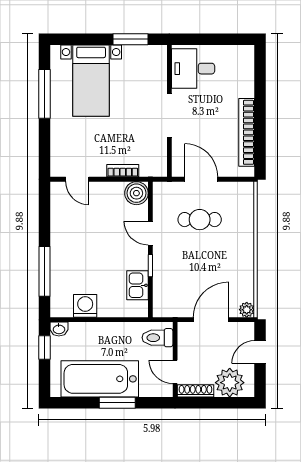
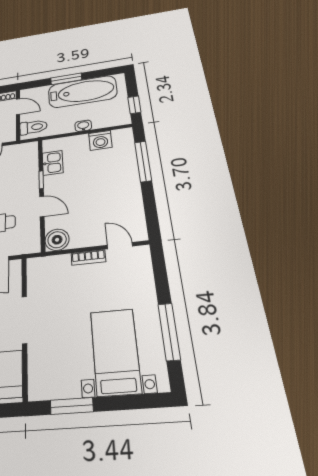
bookcase: (123, 171) -> (88, 257), moved
washbasin: (59, 329) -> (83, 126), moved

